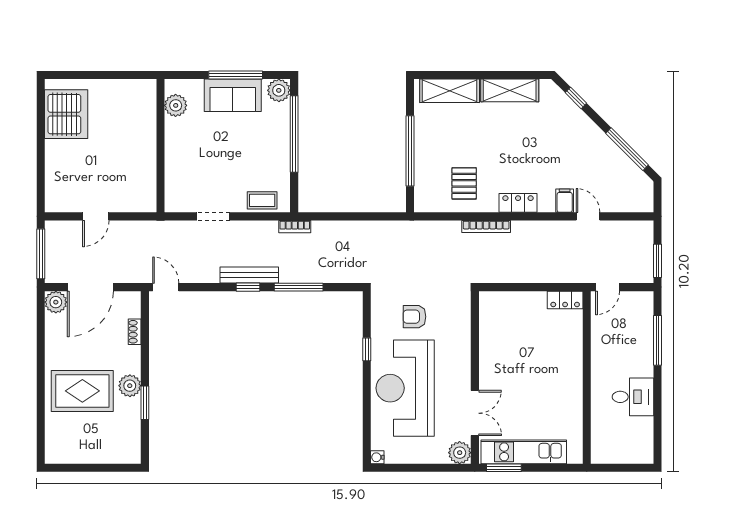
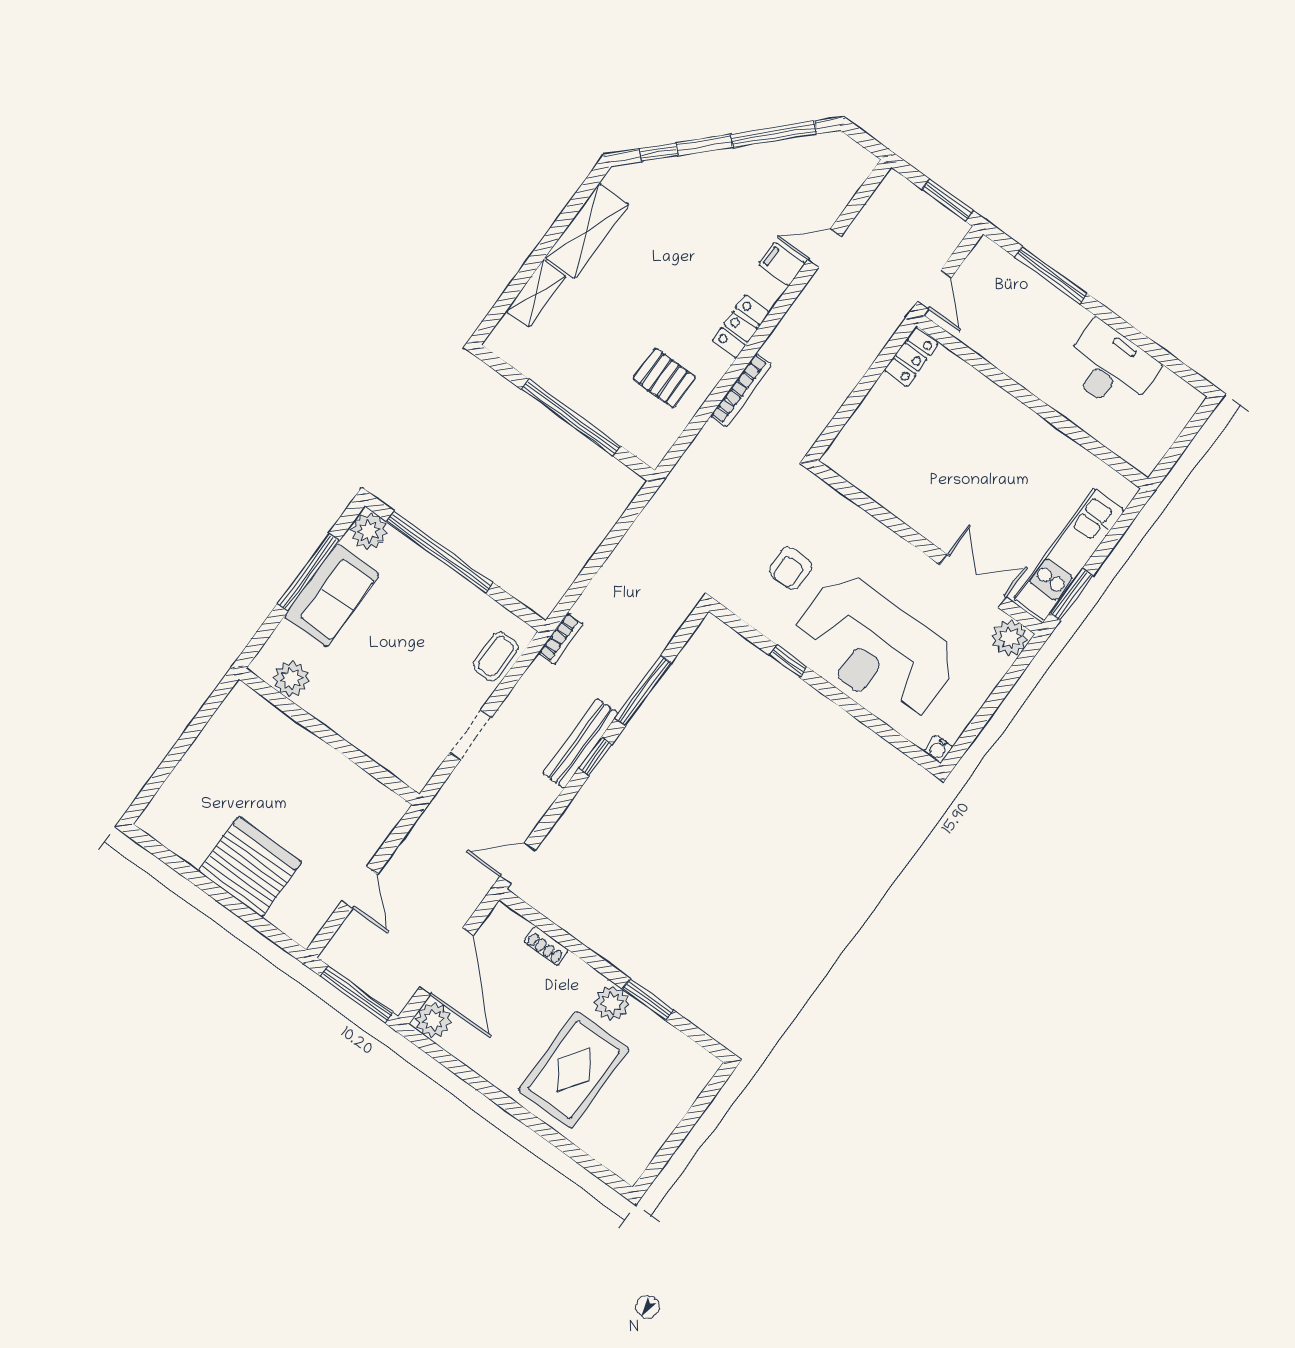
shelving: (450, 91) -> (536, 294), width x0.67, depth x0.75
server rack: (66, 114) -> (250, 867), moved
desk: (633, 397) -> (1110, 367), width x1.37

